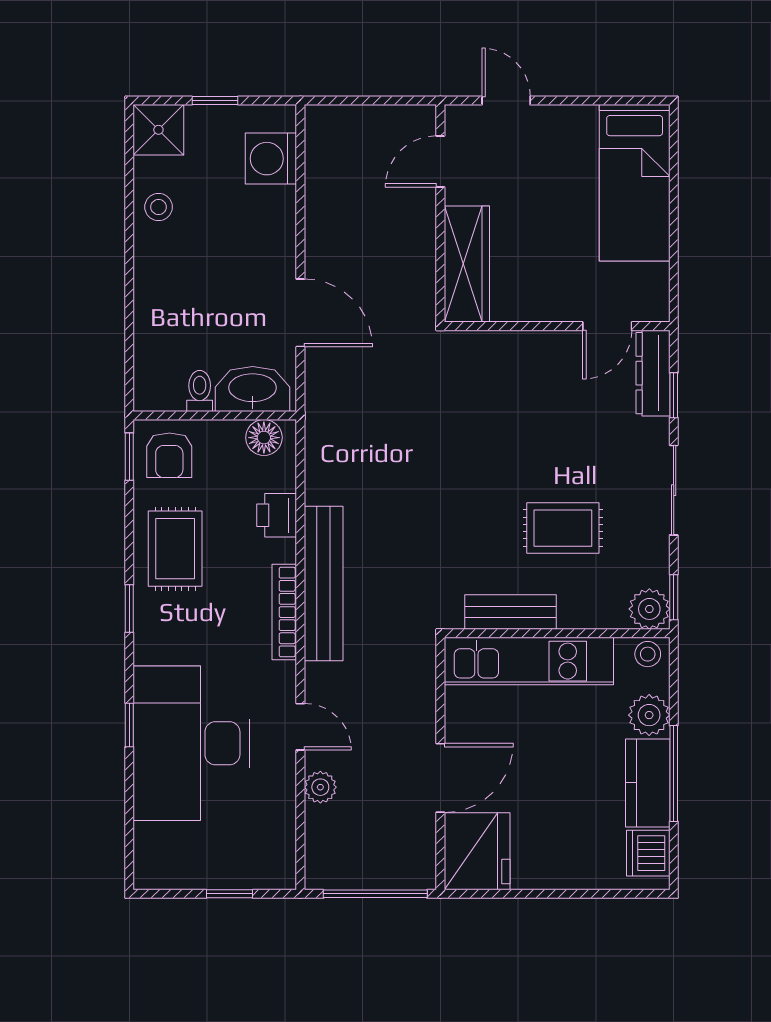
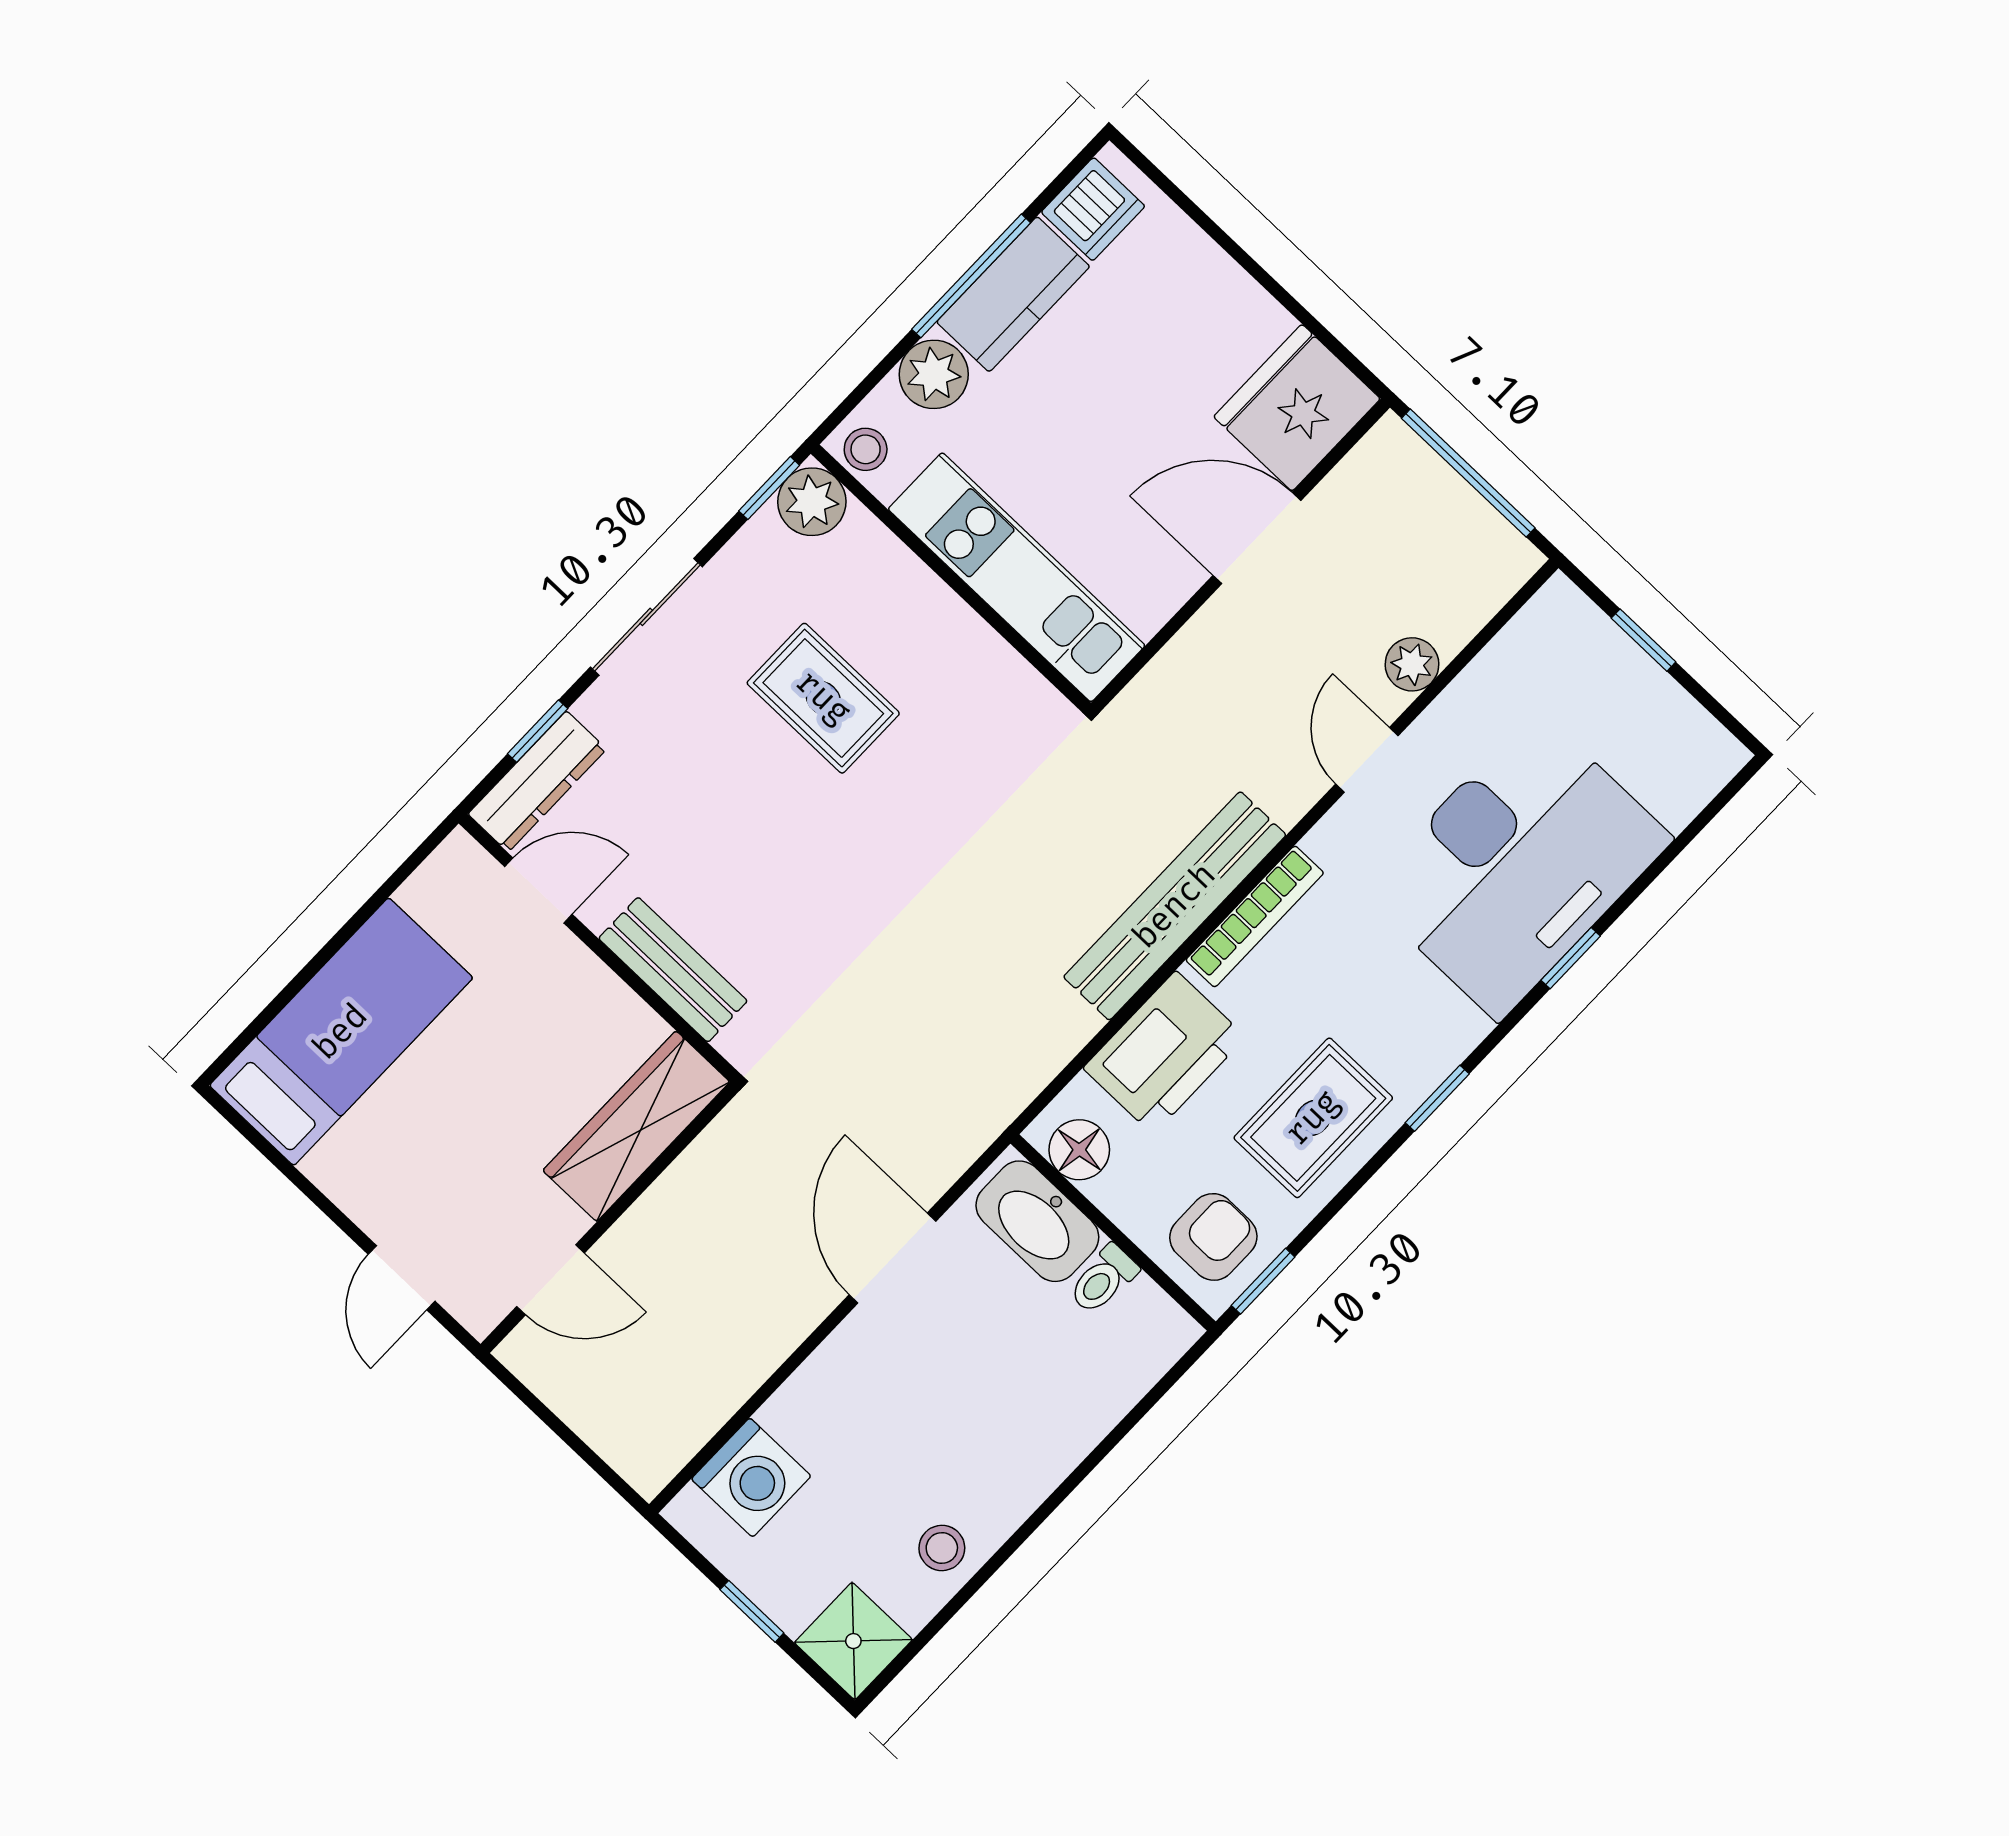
printer: (277, 515) -> (1164, 1053), width x1.87, depth x1.48
bench: (511, 612) -> (673, 970), moved

